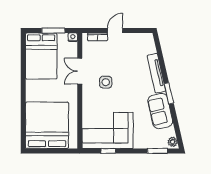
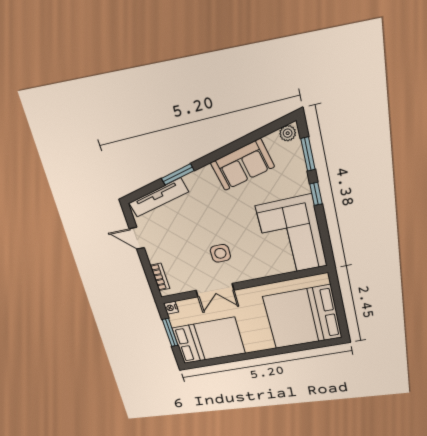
door: (115, 31) -> (137, 238), moved
tv unit: (156, 73) -> (159, 198), moved
window: (169, 93) -> (178, 174), moved
window: (108, 151) -> (316, 194), moved

